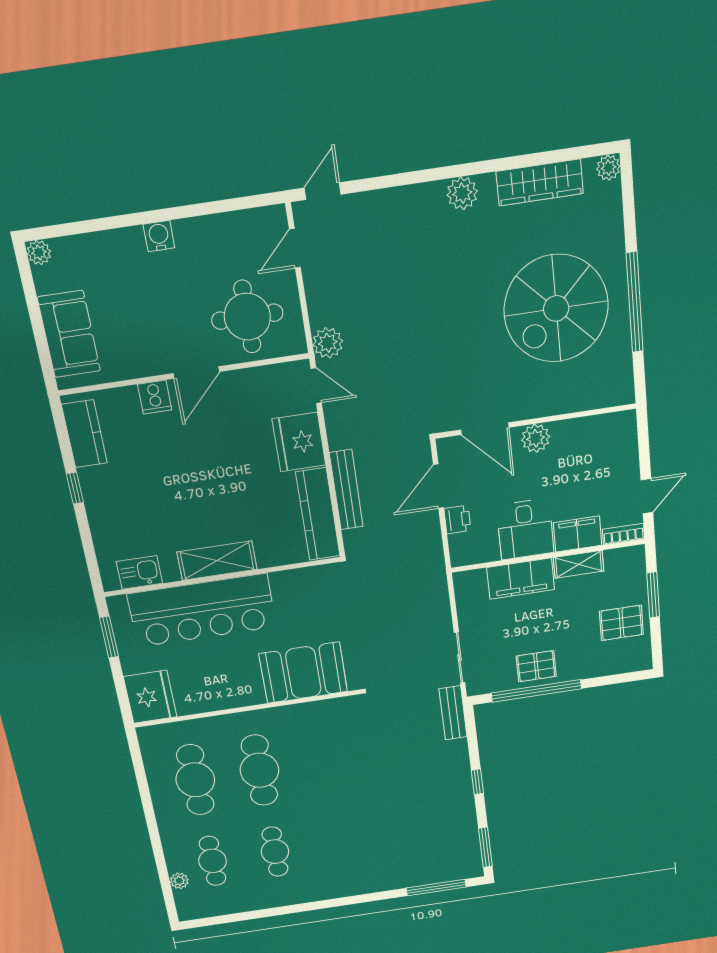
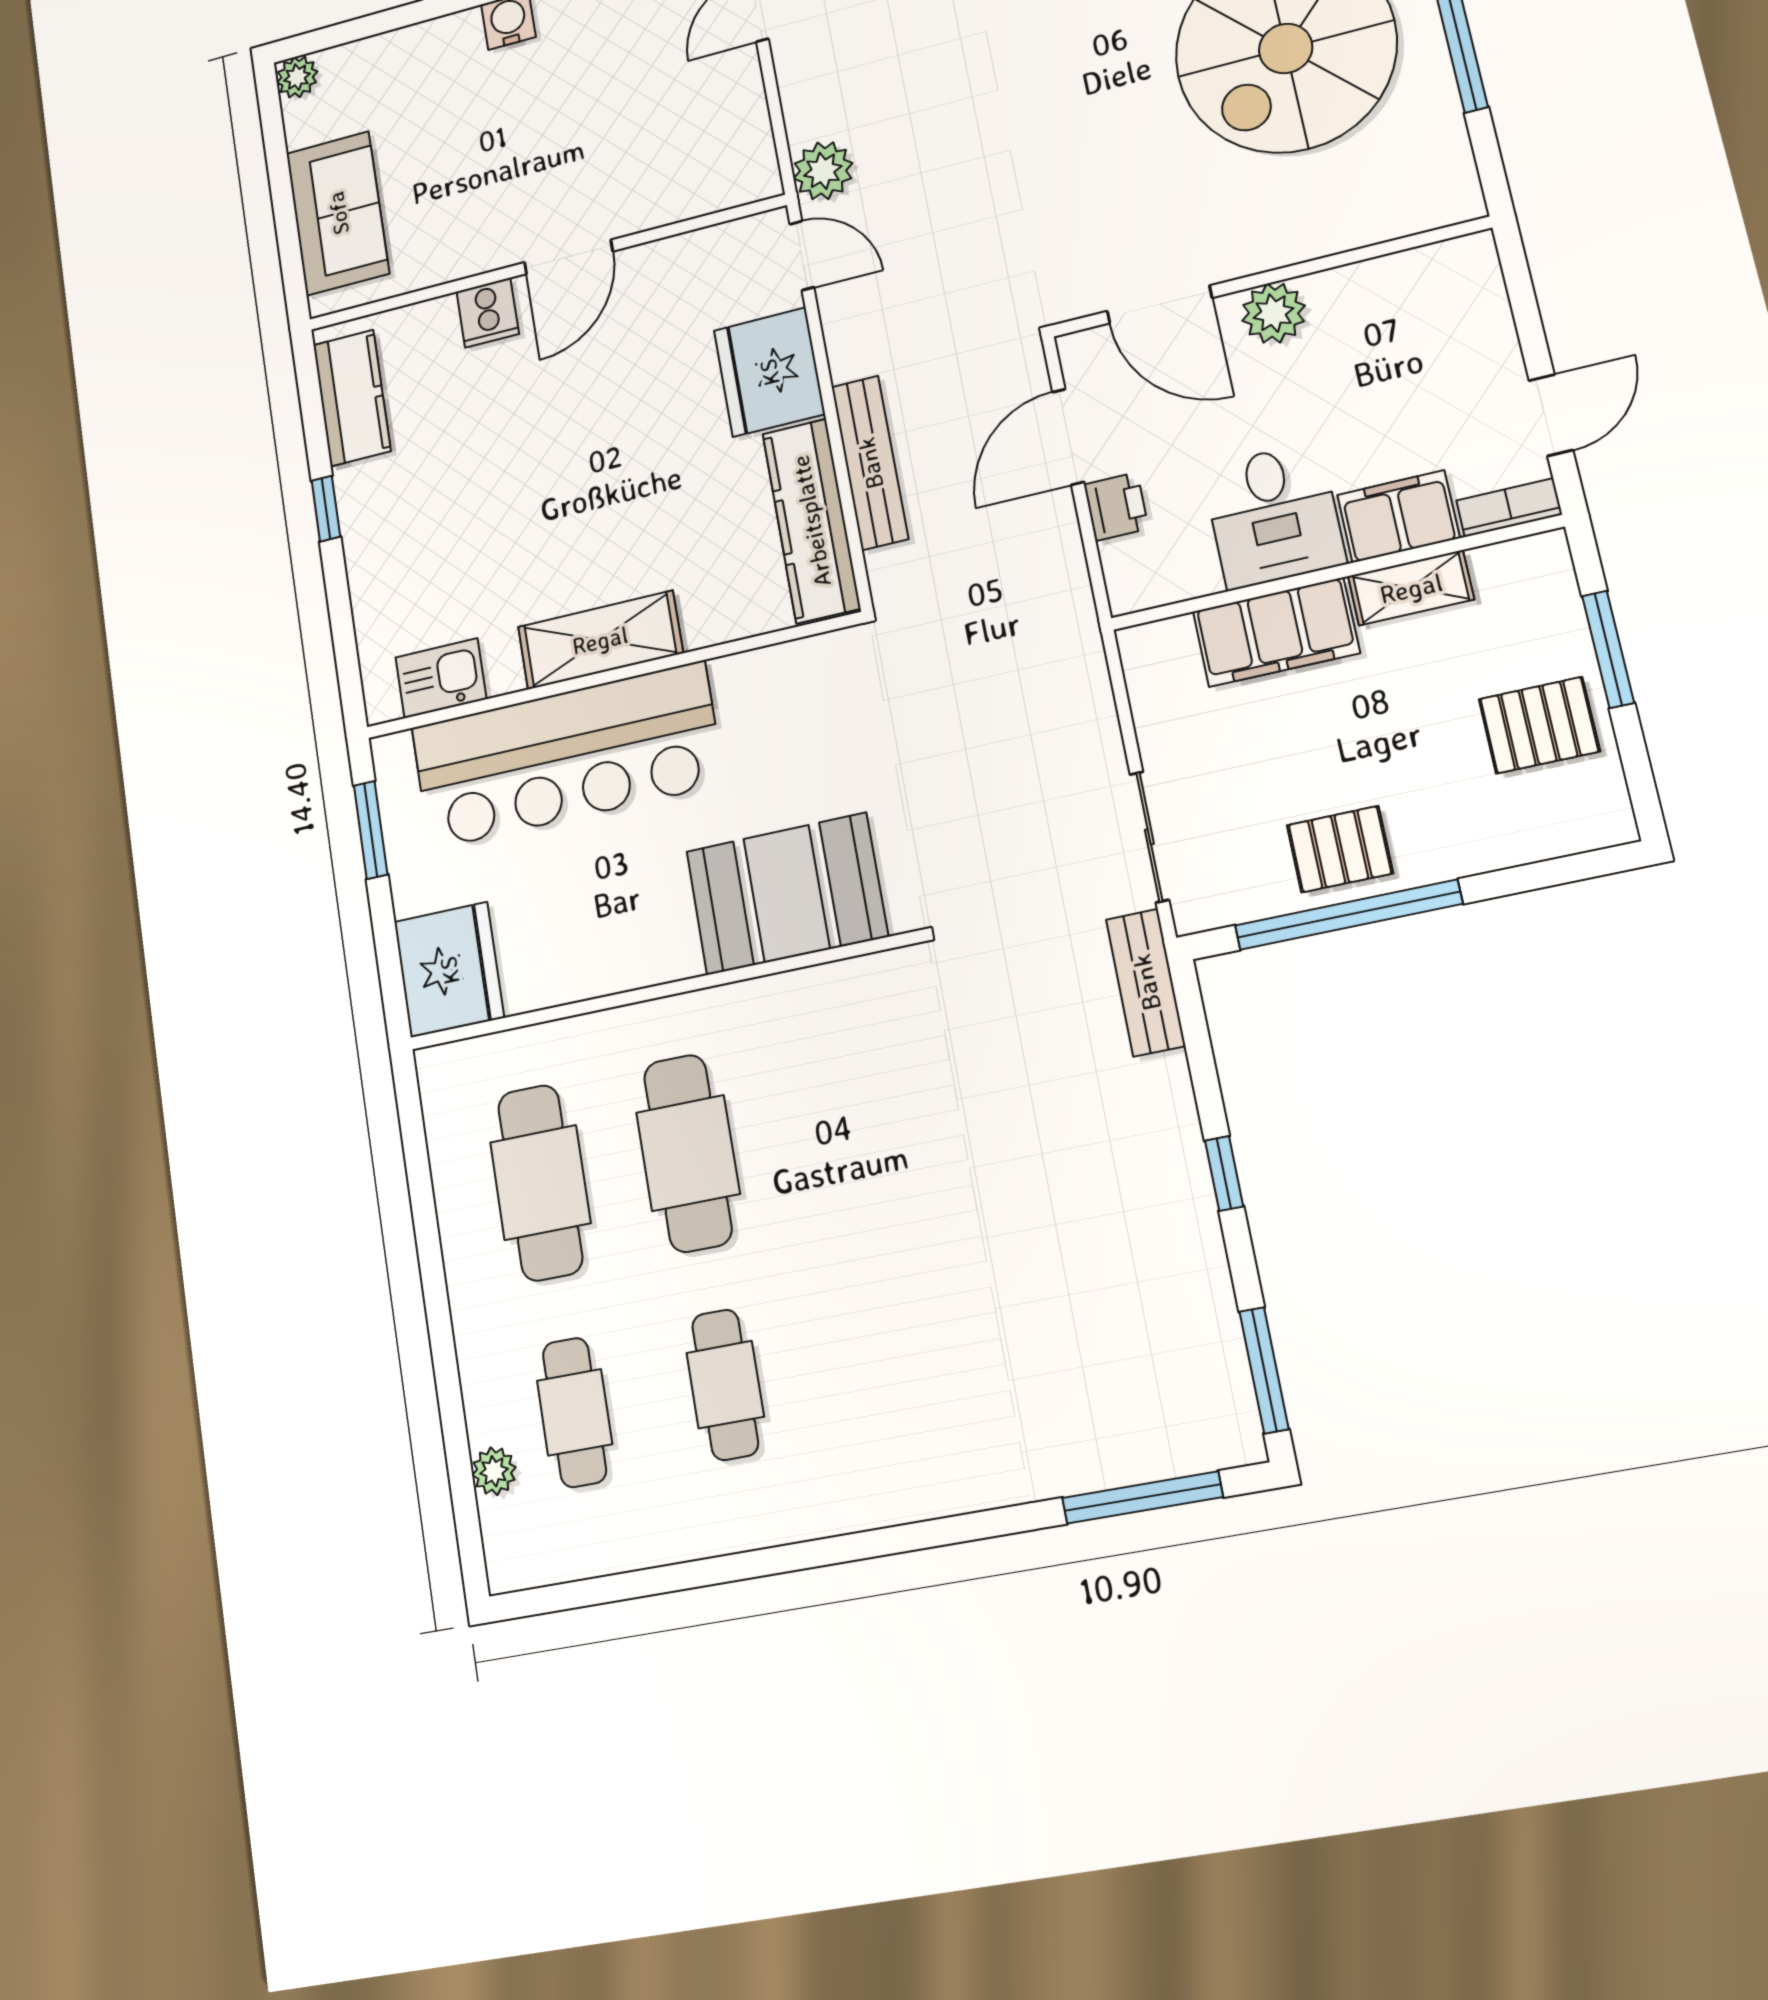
round table: (247, 317) -> (667, 141), removed

